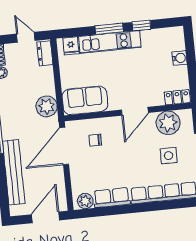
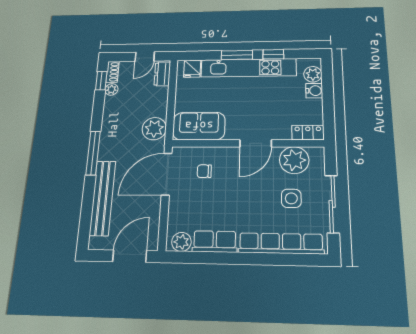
door: (26, 37) -> (145, 57), swing flipped
kitchen unit: (110, 42) -> (248, 68), width x1.36
plant: (177, 42) -> (313, 74), added

